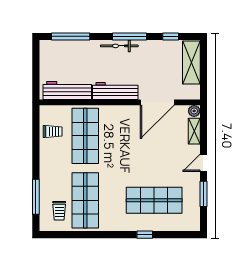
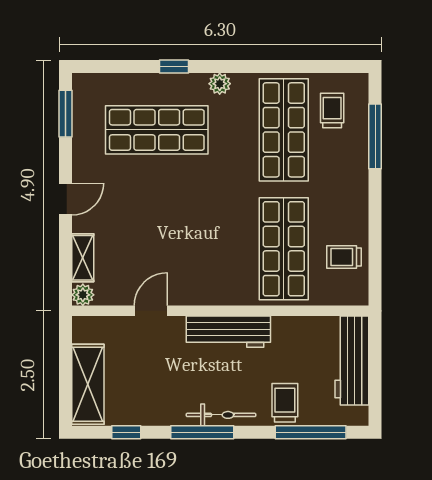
trolley: (85, 52) -> (285, 403), added
workbench: (67, 90) -> (352, 360), moved, turned 90
door: (157, 102) -> (151, 311), width x0.53
window: (204, 194) -> (66, 114), moved
plant: (120, 225) -> (220, 84), added

